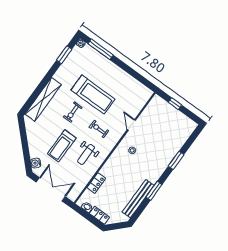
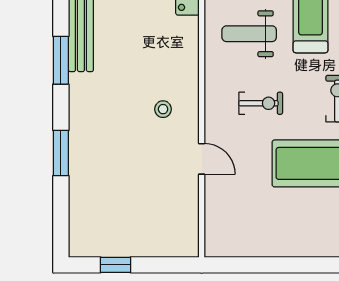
window: (175, 104) -> (116, 265), moved
weight bench: (86, 155) -> (249, 34), turned -90

